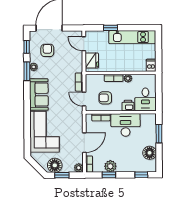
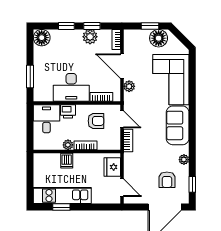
window: (111, 28) -> (61, 207), moved
dishwasher: (151, 65) -> (67, 161), moved
window: (27, 71) -> (192, 154), removed
door: (84, 143) -> (122, 66), hinge flipped
floor lamp: (150, 153) -> (42, 38), moved
plant: (79, 168) -> (129, 86), moved
window: (141, 175) -> (66, 26), moved

